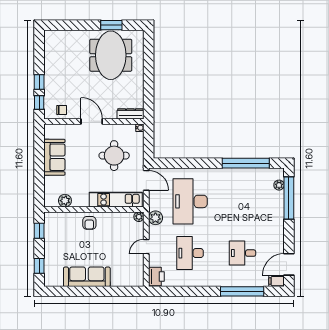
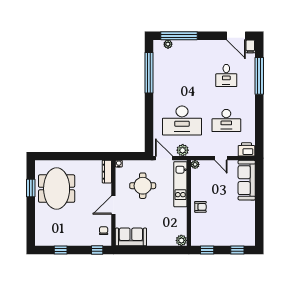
meeting table: (111, 55) -> (57, 189), turned 90
window: (39, 82) -> (61, 250), moved
sofa: (54, 157) -> (131, 237), moved
door: (146, 180) -> (164, 158), hinge flipped
plant: (65, 201) -> (181, 240), moved
plant: (155, 218) -> (183, 150), moved
sofa: (87, 277) -> (247, 180), moved

